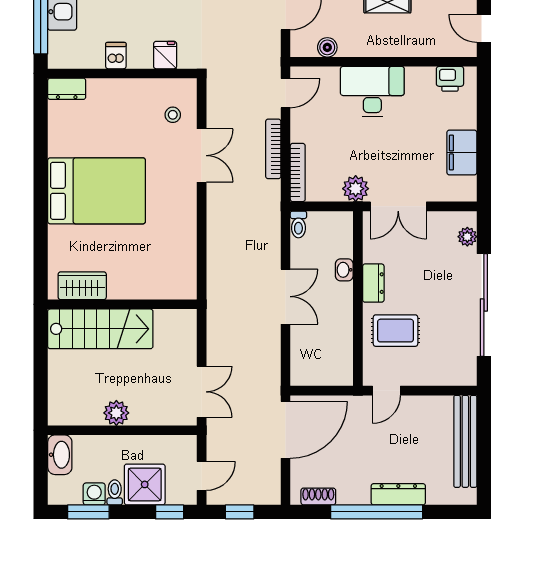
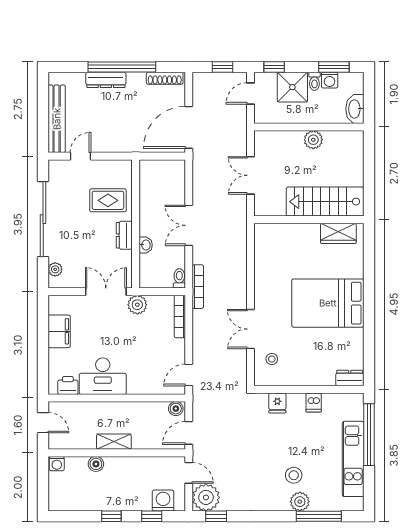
boiler: (327, 47) -> (176, 409), moved
desk: (372, 91) -> (103, 376), moved
bookcase: (273, 149) -> (198, 287), moved
door: (386, 391) -> (80, 156), moved
double door: (202, 392) -> (251, 175), moved
shoe rack: (318, 496) -> (165, 78), width x1.43

